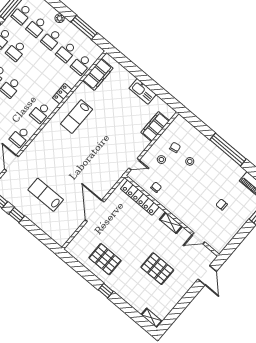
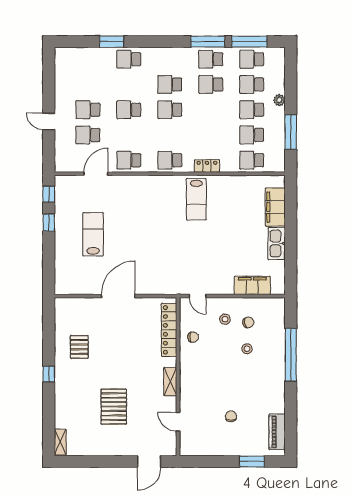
filing cabinet: (98, 74) -> (275, 207), moved, turned 90
lab bench: (77, 117) -> (196, 199), turned -90
window: (228, 149) -> (291, 355), moved
pallet: (105, 259) -> (79, 347), width x0.67, depth x0.71

